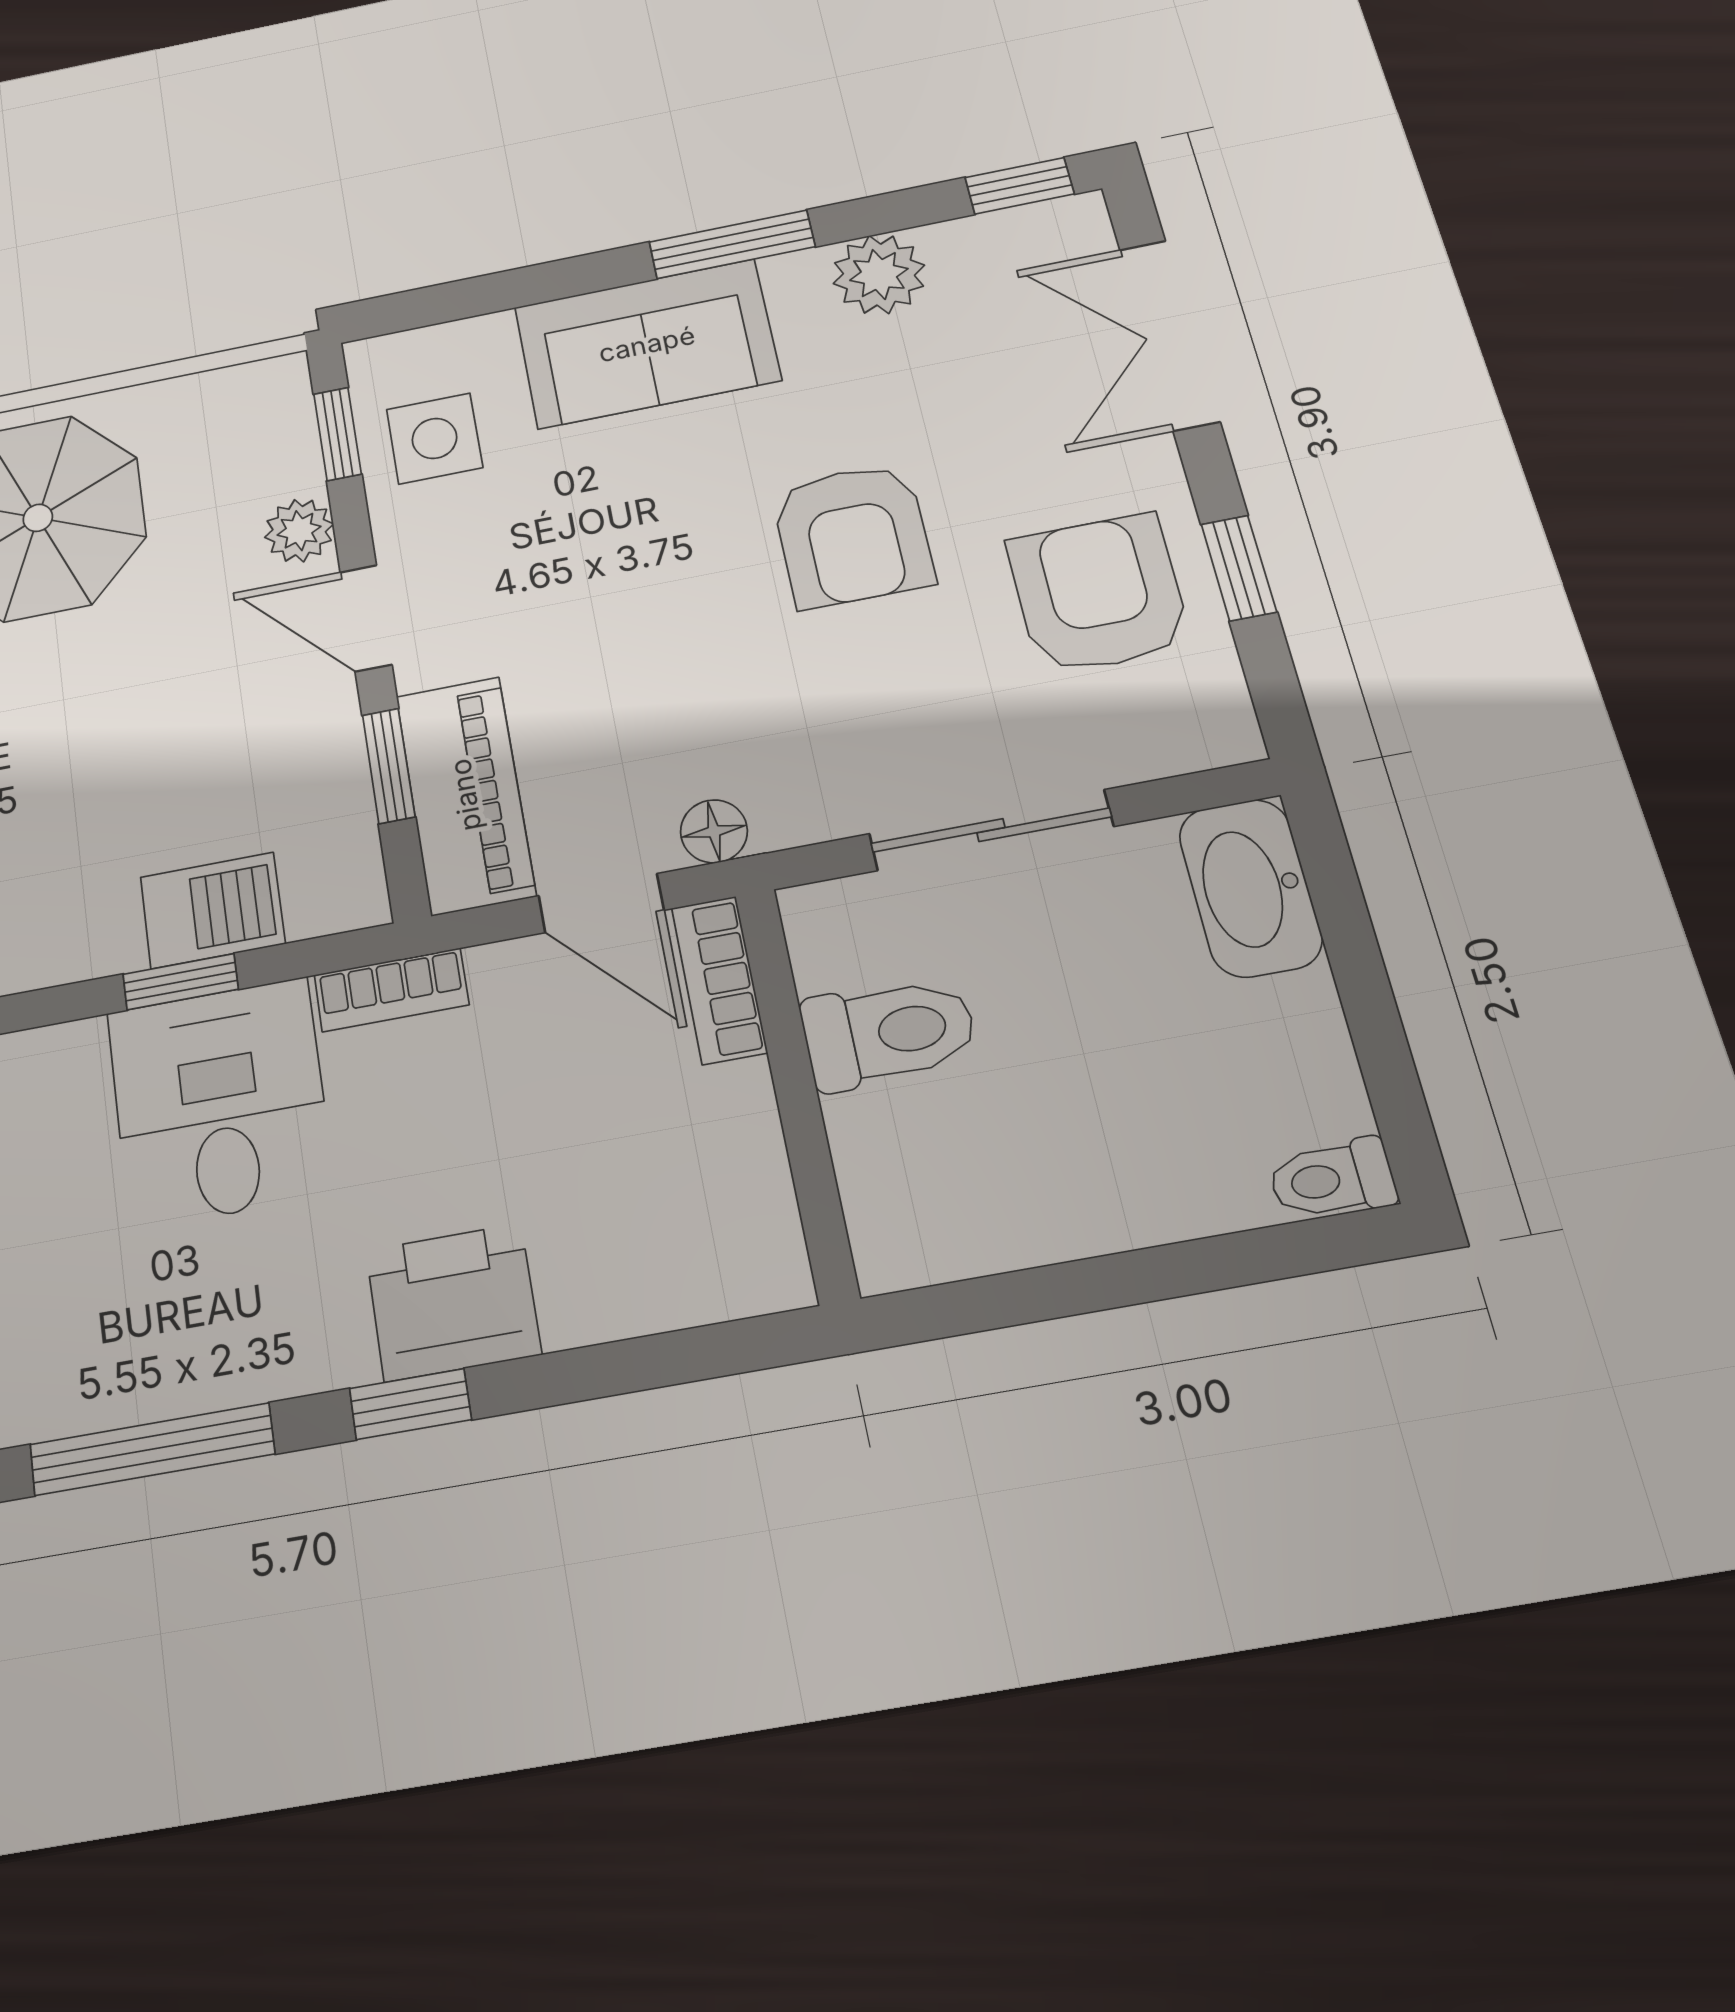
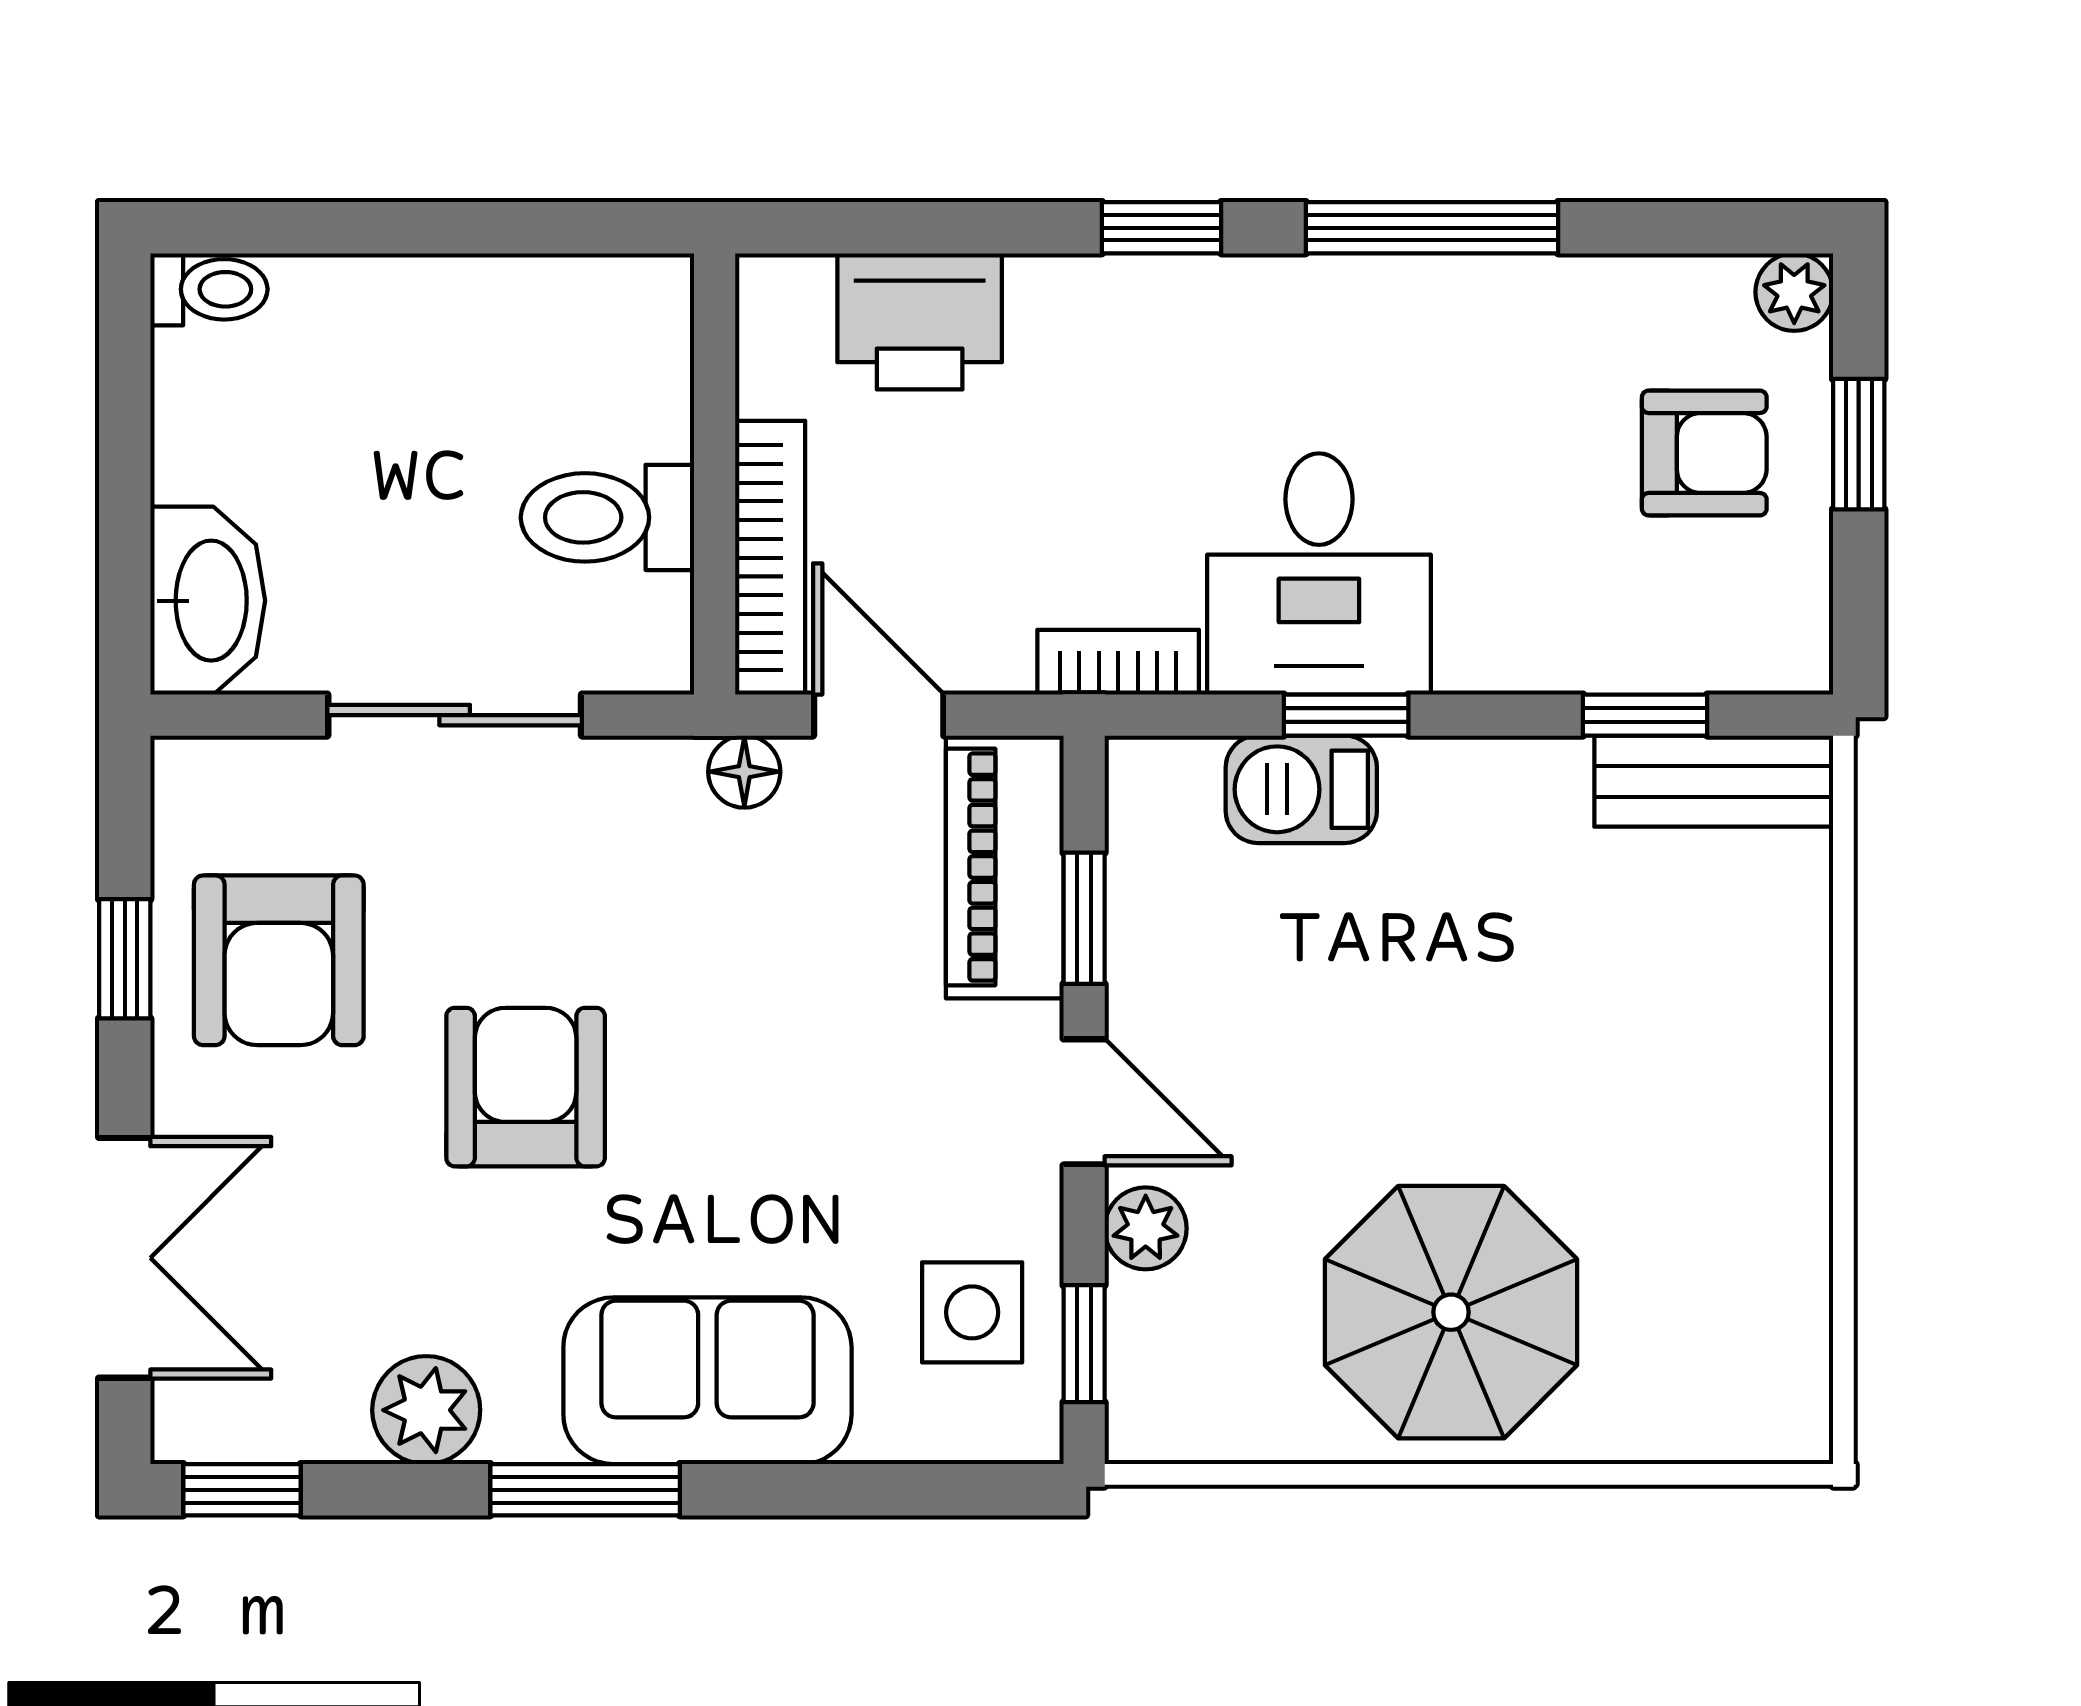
bookcase: (719, 980) -> (770, 558), width x1.56
printer: (453, 1302) -> (920, 321), moved

